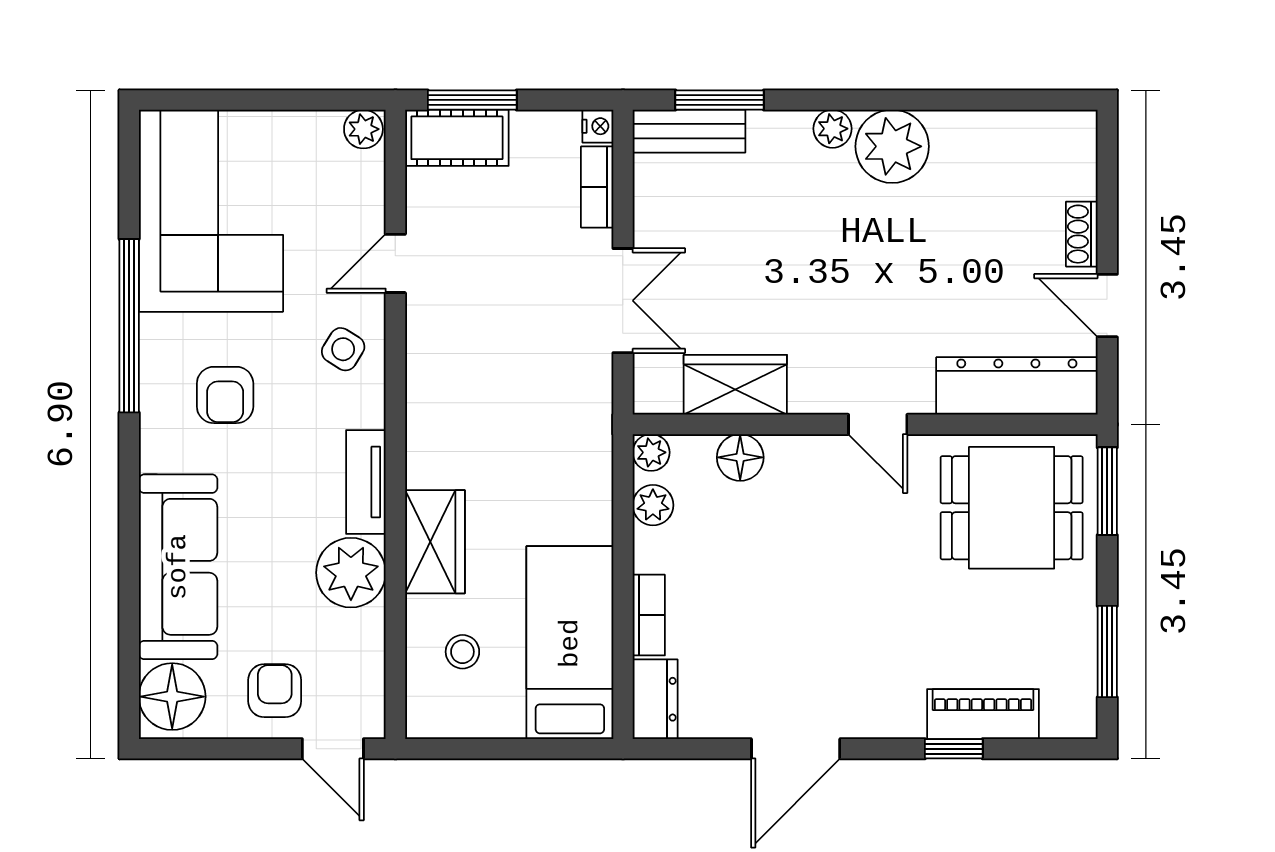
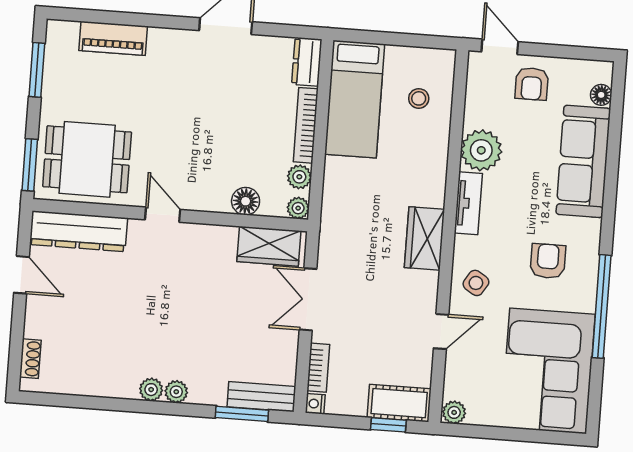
window: (472, 100) -> (388, 425), width x0.67
plant: (892, 146) -> (151, 390), width x0.53, depth x0.53
shoe rack: (1082, 234) -> (30, 359), moved
wardrobe: (735, 385) -> (269, 246), moved
wardrobe: (435, 542) -> (425, 238), moved
bookcase: (649, 615) -> (306, 125), width x1.56
floor lamp: (172, 697) -> (601, 95), width x0.53, depth x0.53
window: (954, 749) -> (132, 19), removed

